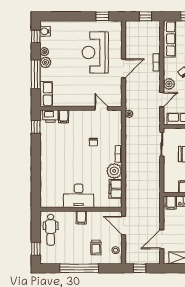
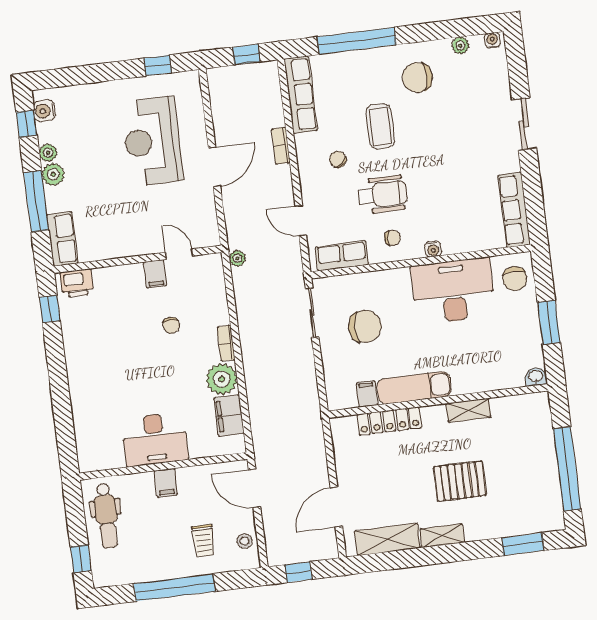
plant: (169, 84) -> (312, 187), removed
door: (162, 100) -> (301, 221), swing flipped
filing cabinet: (64, 116) -> (155, 274), moved
filing cabinet: (171, 203) -> (346, 430), removed

